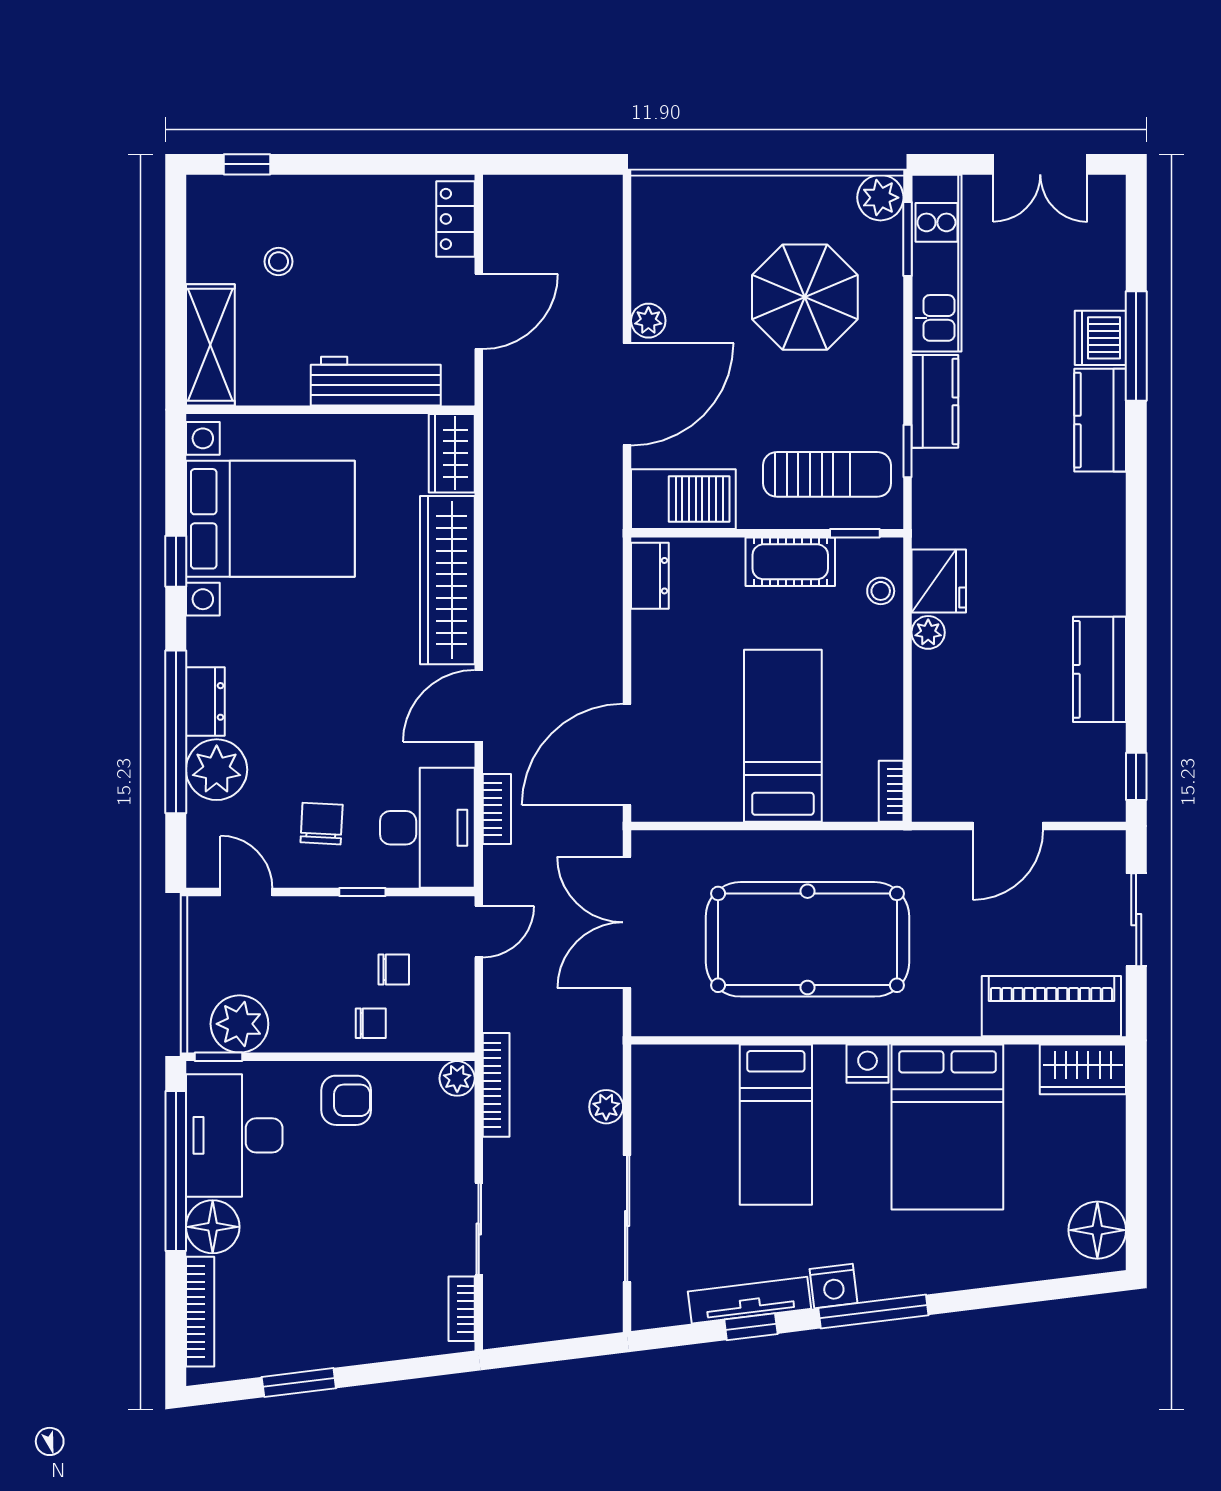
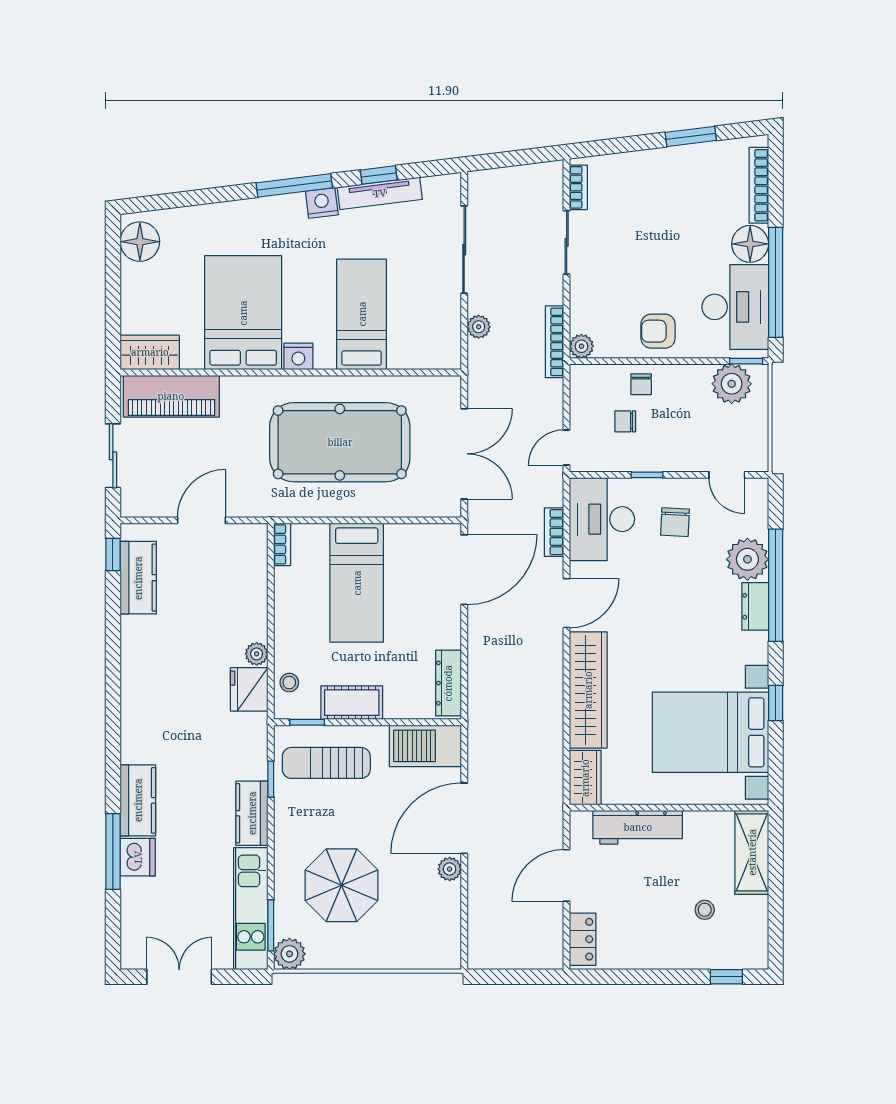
dresser: (650, 576) -> (448, 683), width x1.44
kitchen counter: (1100, 669) -> (138, 578), moved
chair: (371, 1023) -> (641, 384), turned -90

